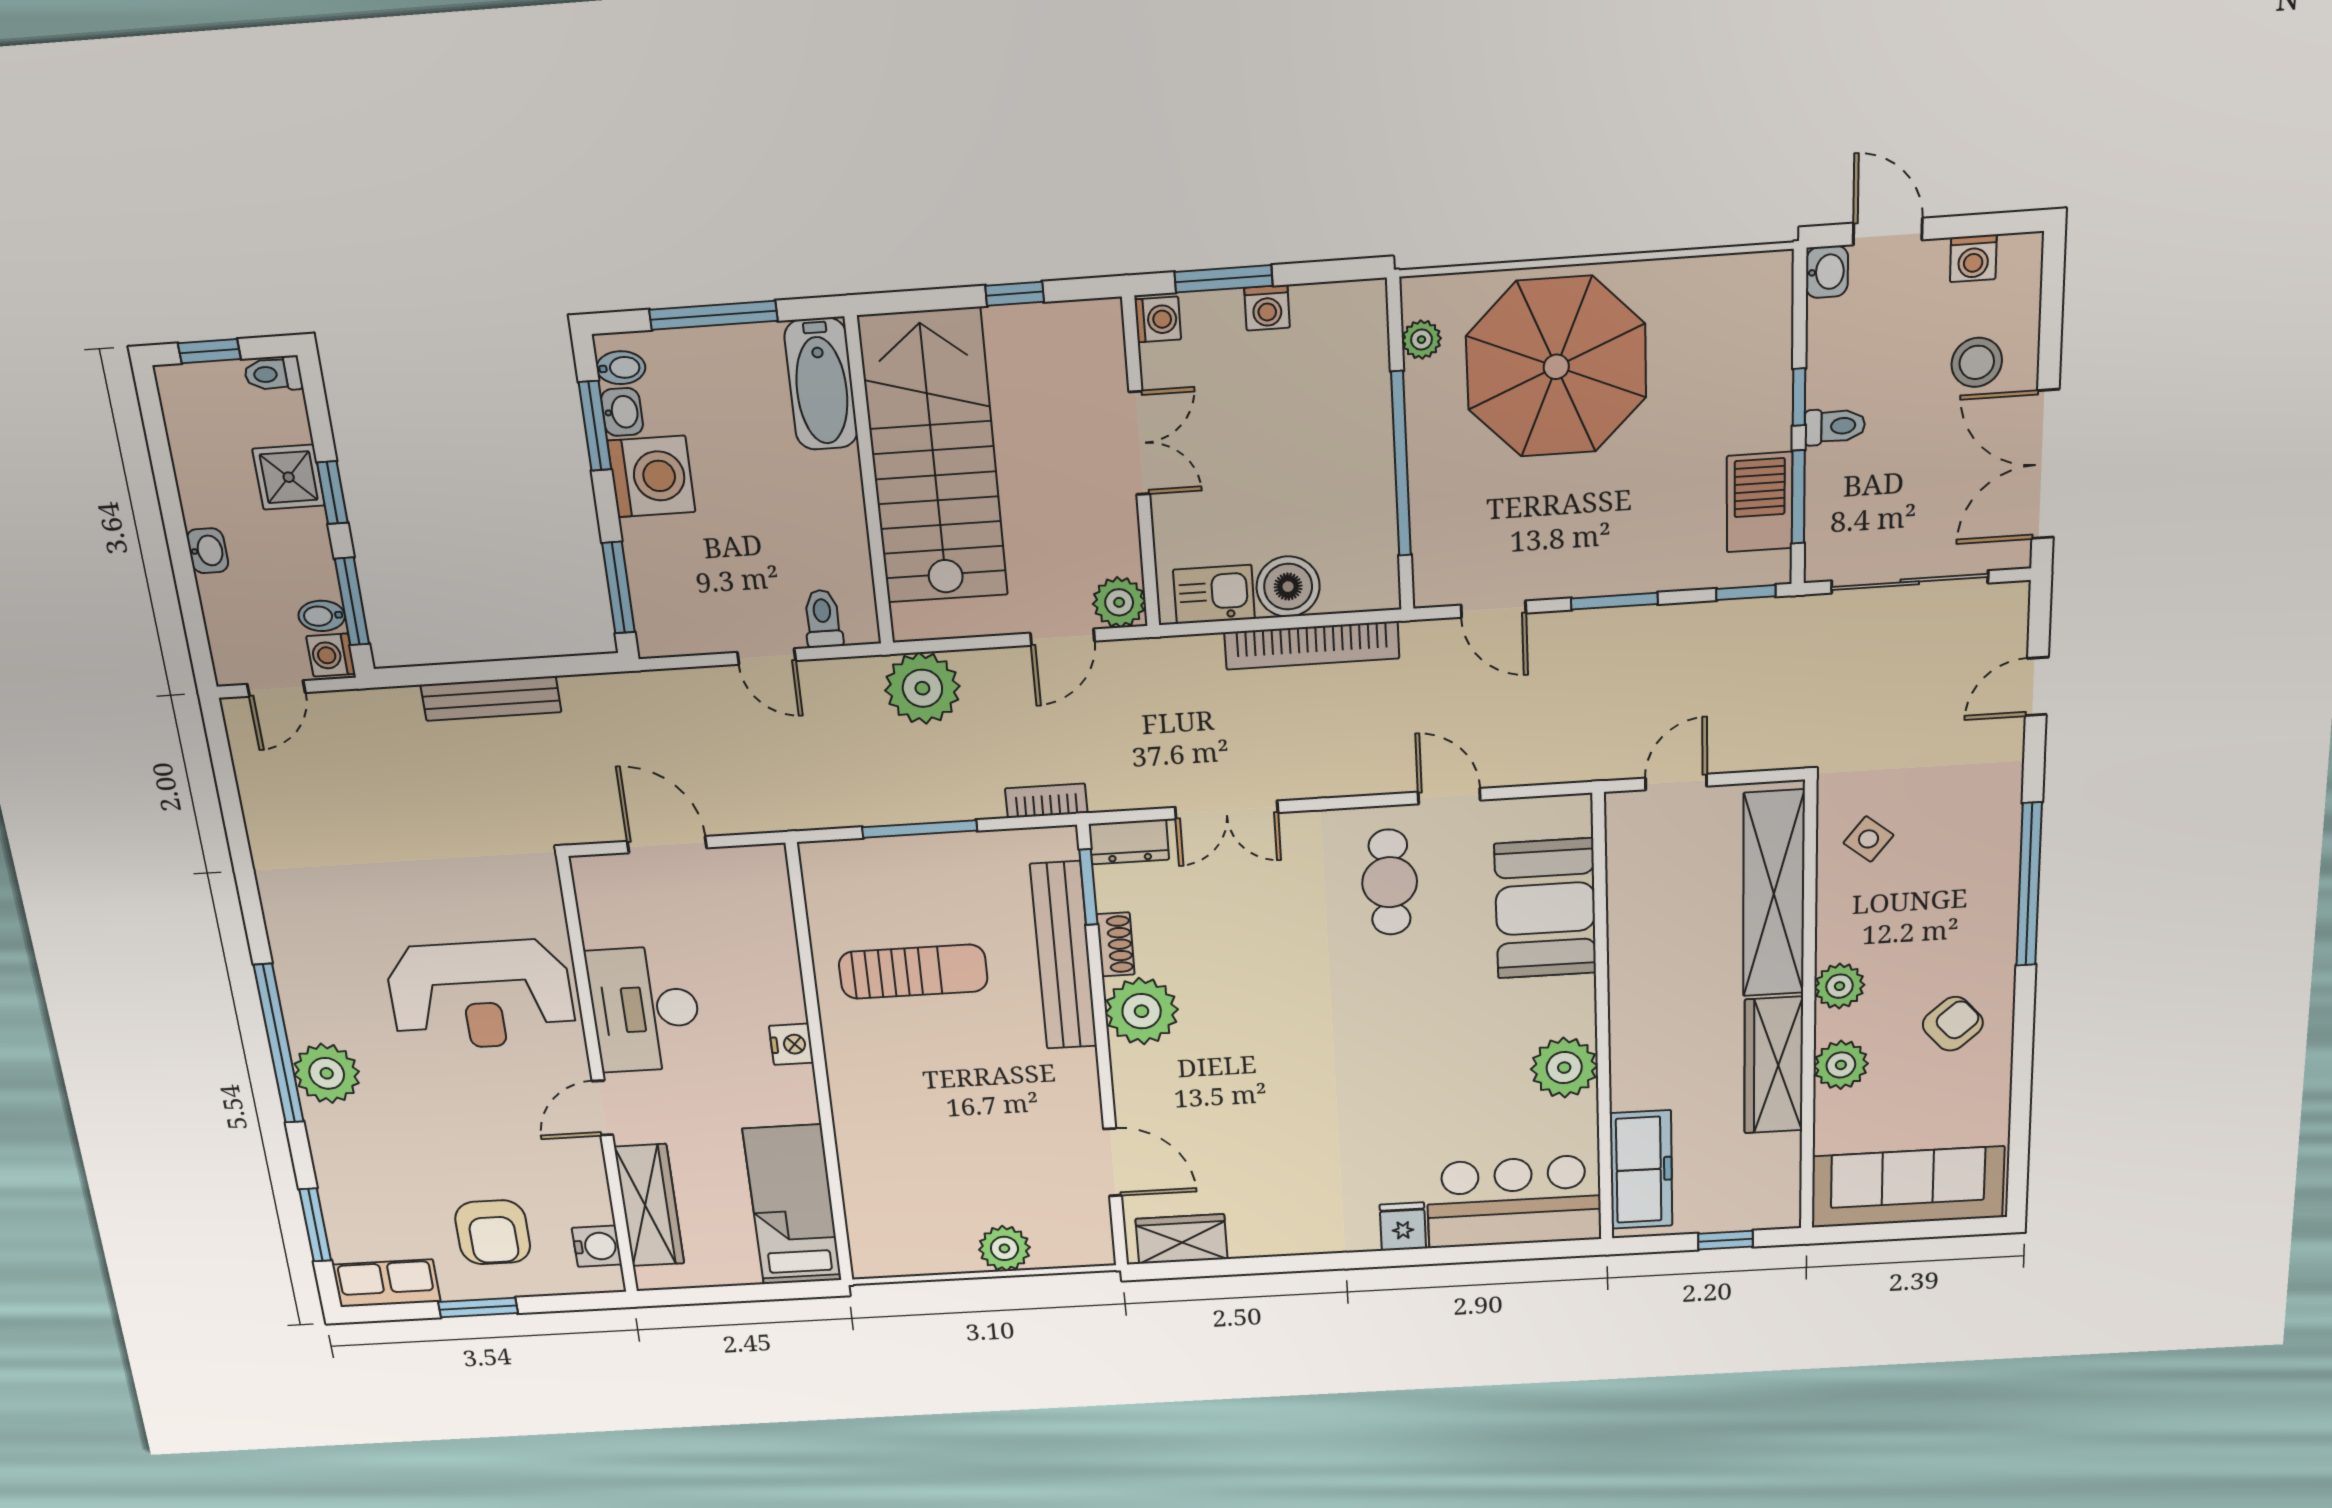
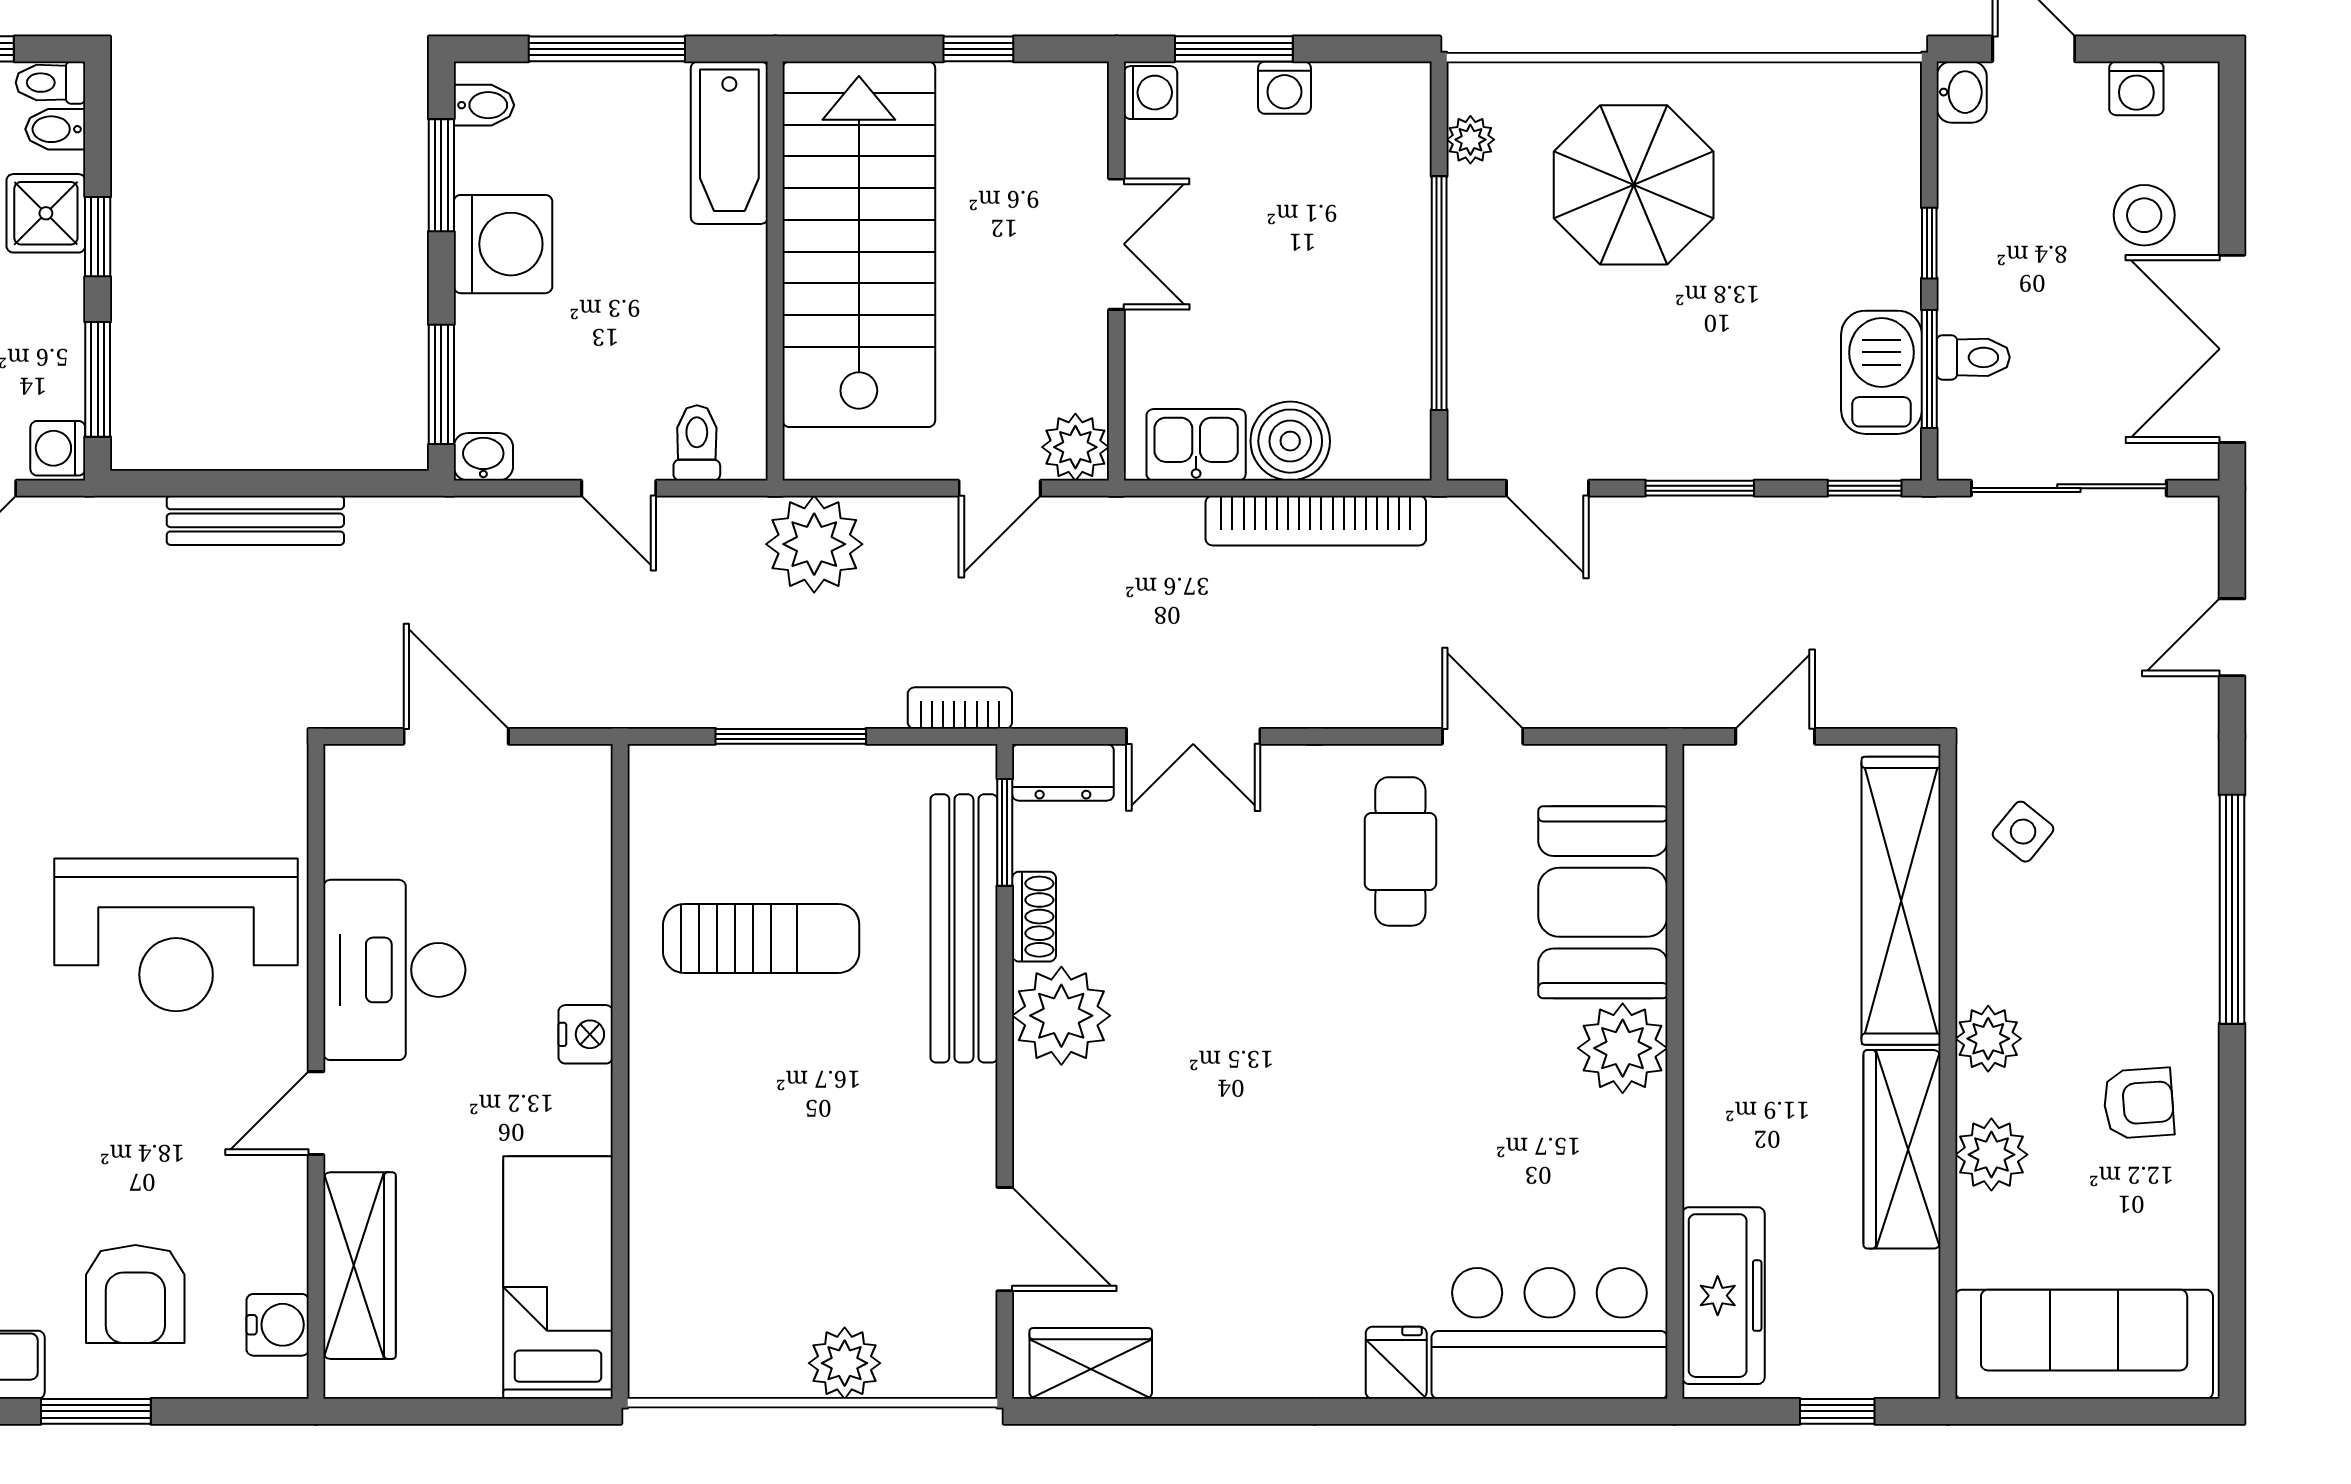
parasol: (1556, 367) -> (1634, 185), width x0.73, depth x0.73
washbasin: (622, 412) -> (483, 457), moved, turned -90
toilet: (1835, 426) -> (1973, 357), moved
bidet: (322, 616) -> (55, 129), moved
armchair: (1953, 1024) -> (2139, 1103), turned 37
plant: (1564, 1068) -> (1623, 1048), moved

